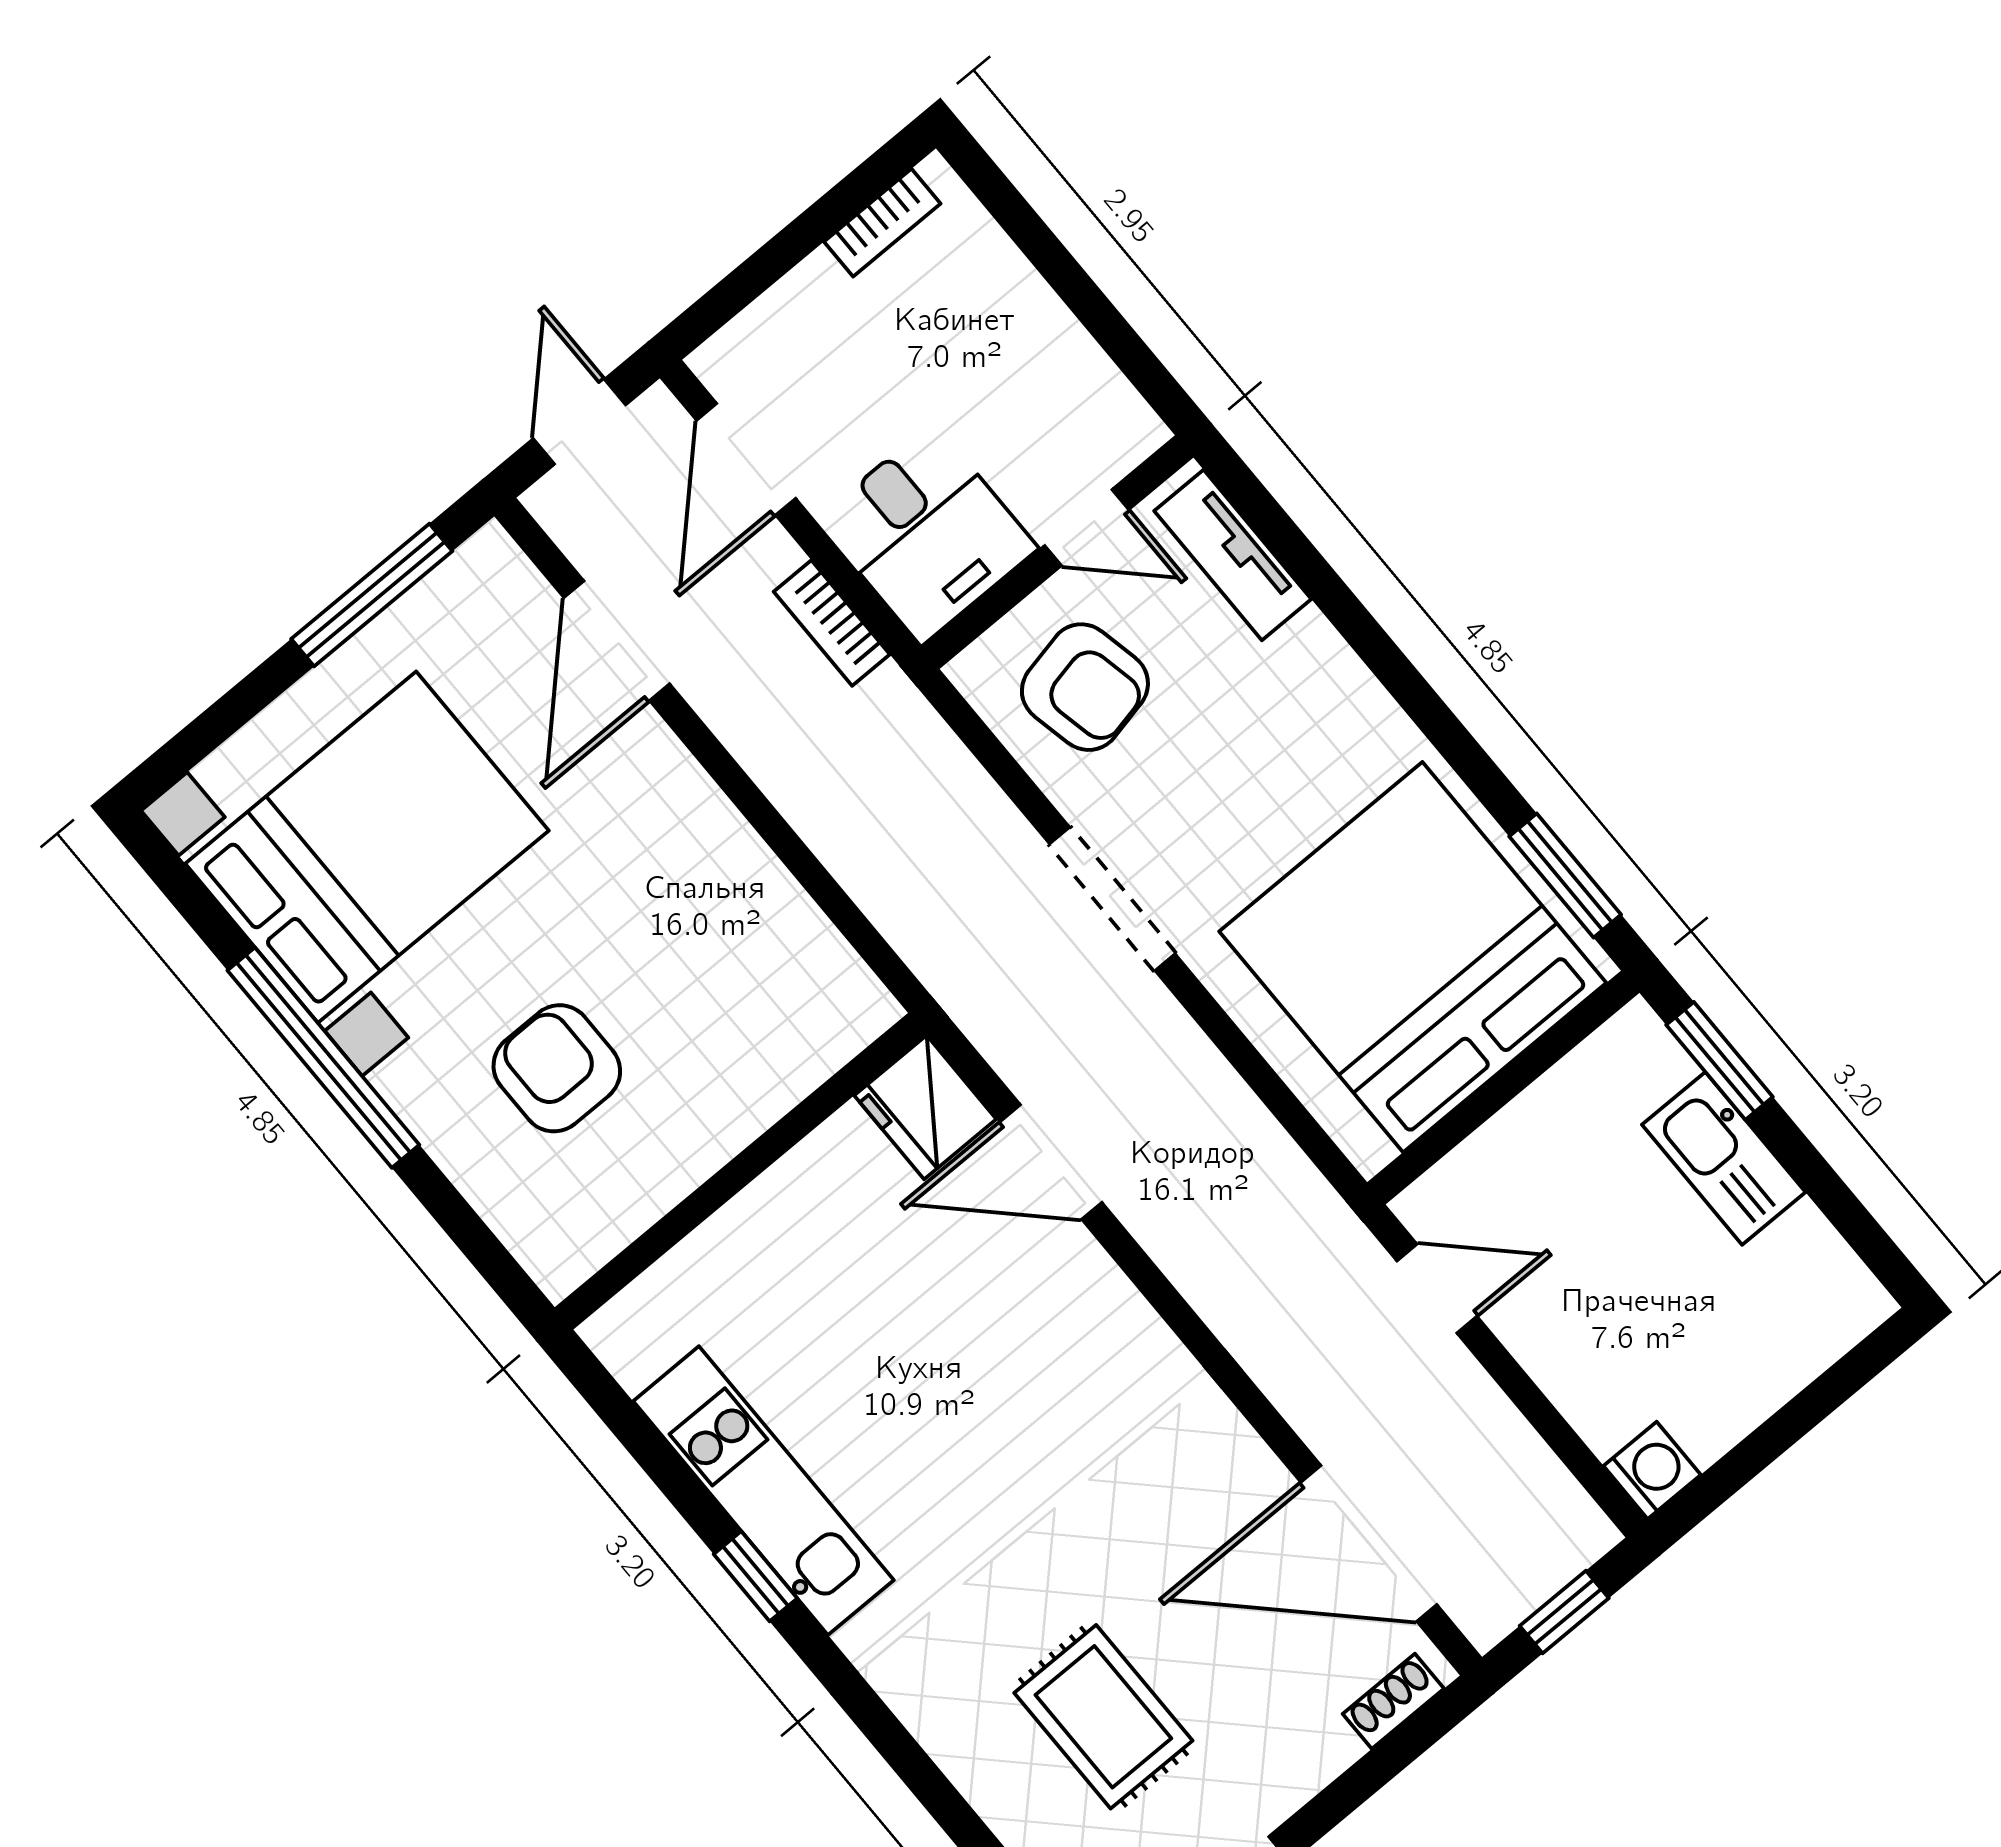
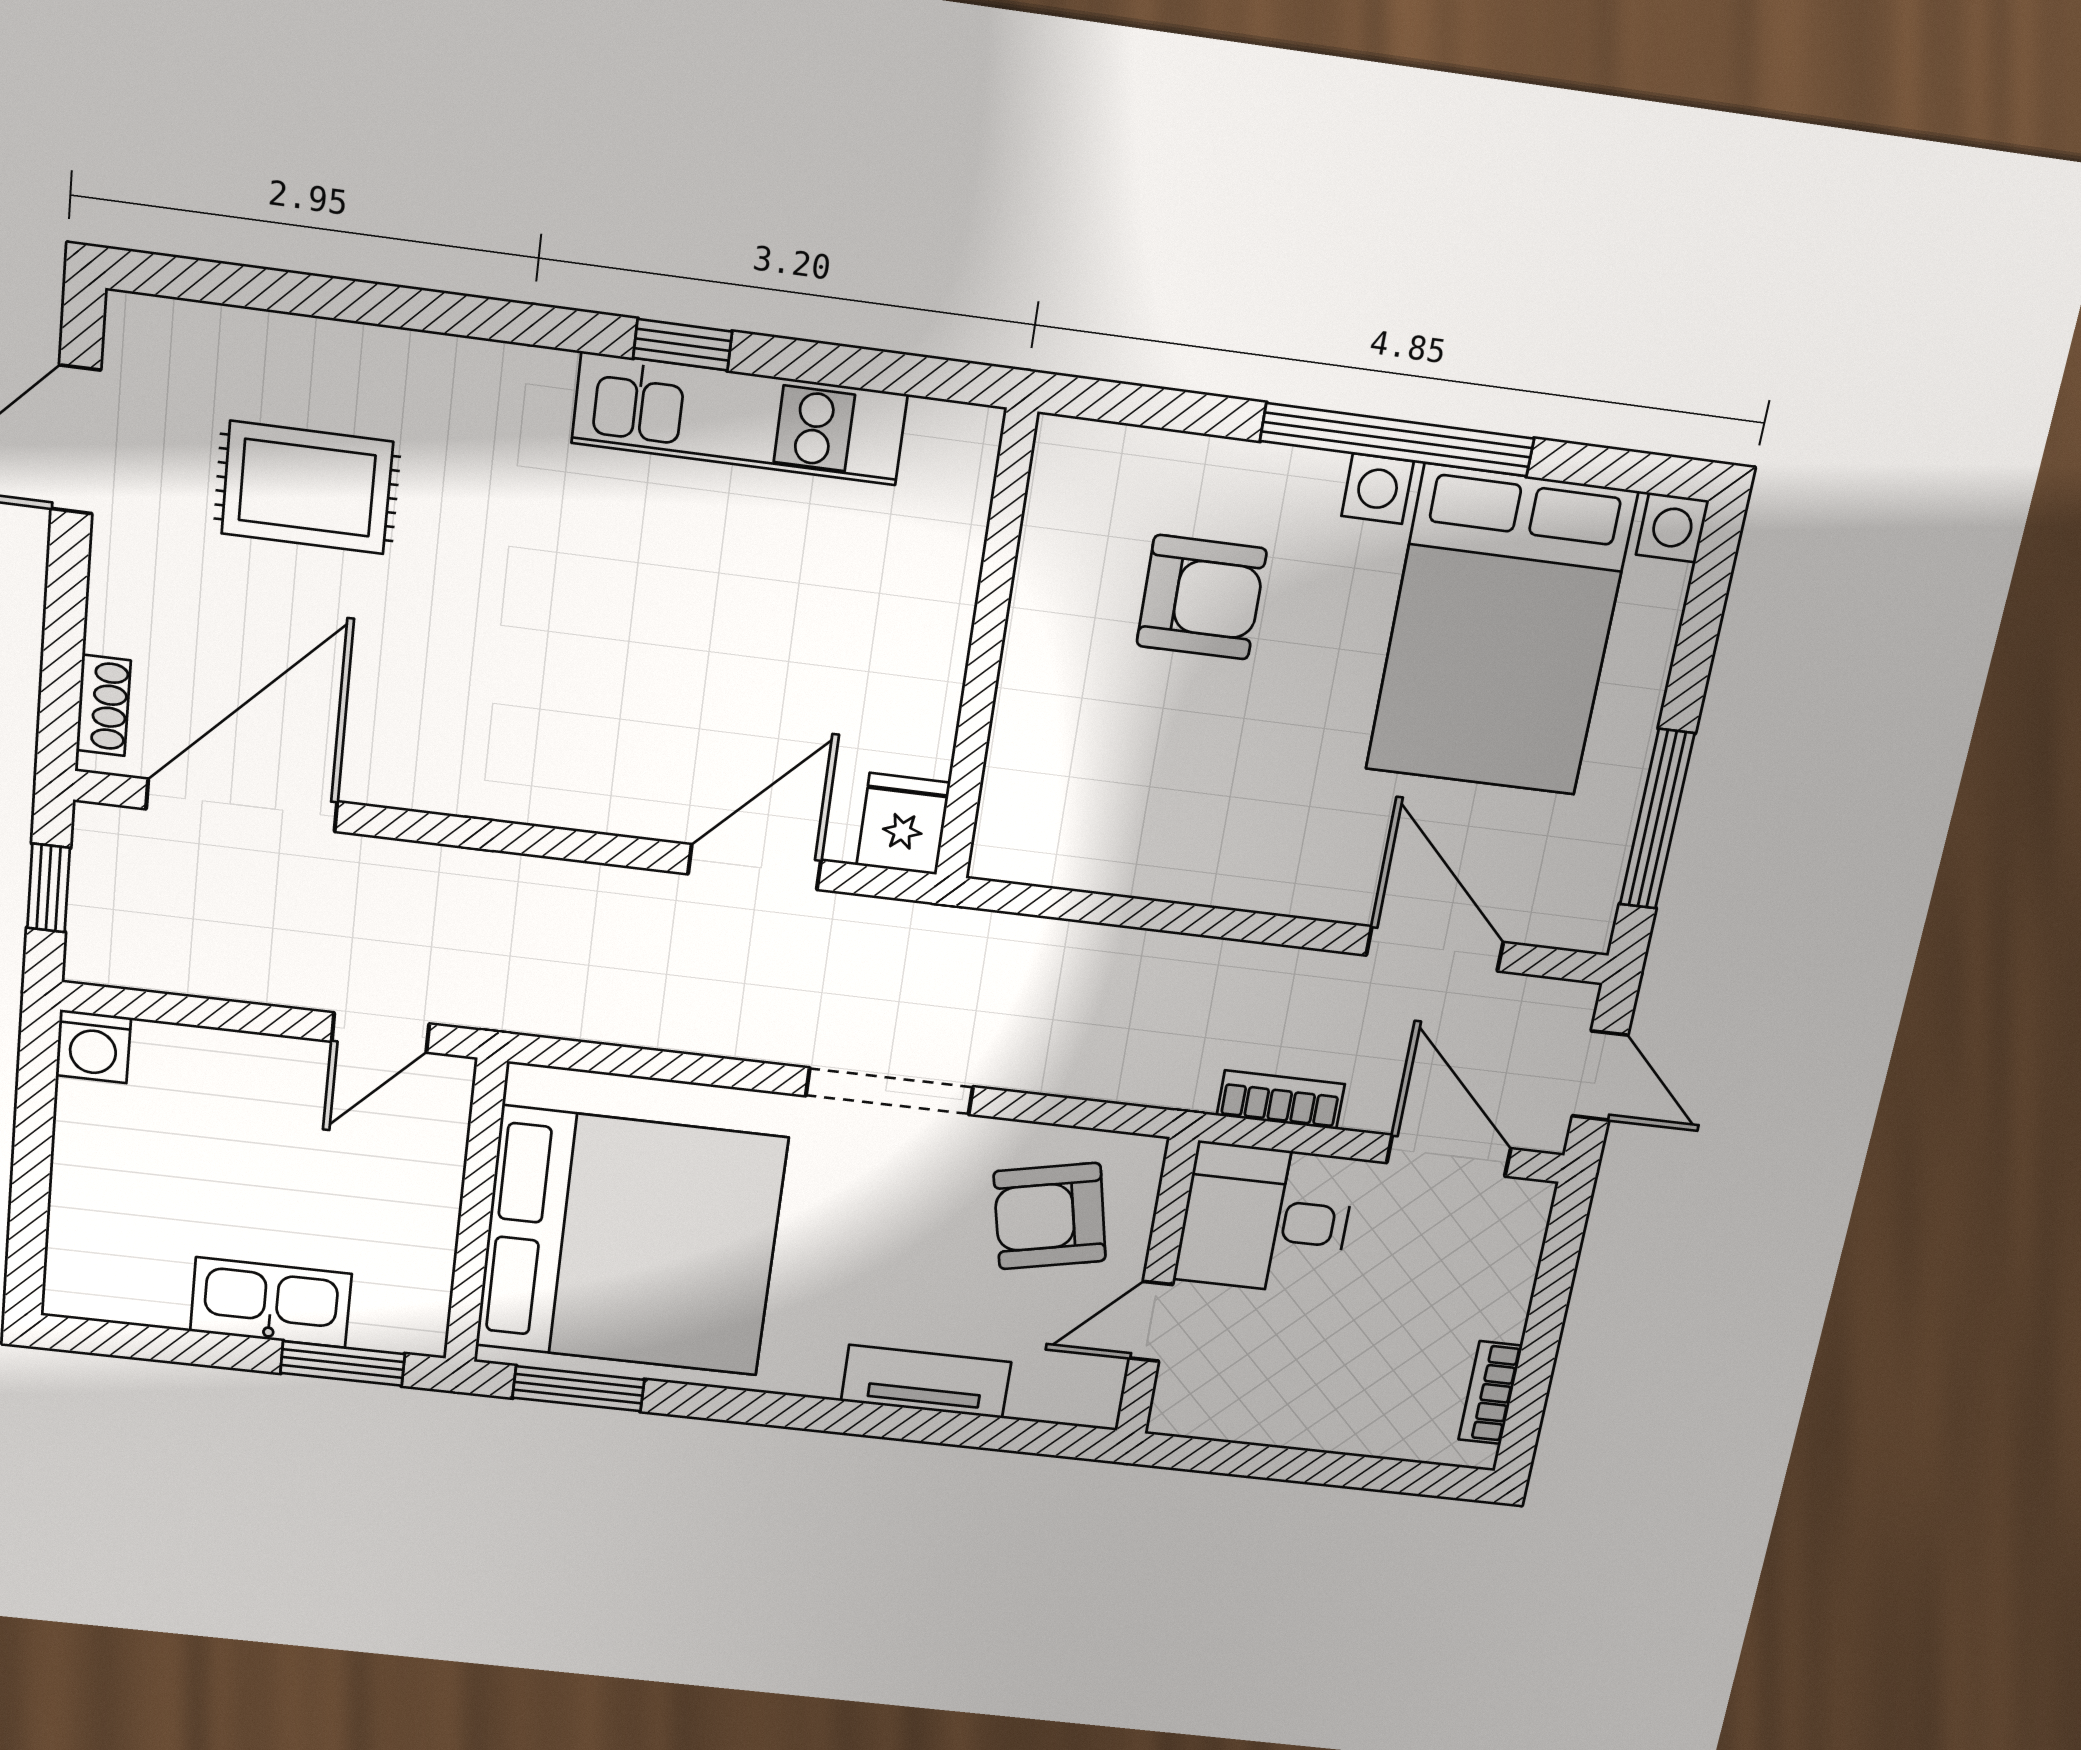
tv unit: (1233, 555) -> (926, 1382), moved
fridge: (925, 1107) -> (903, 824), width x0.72

